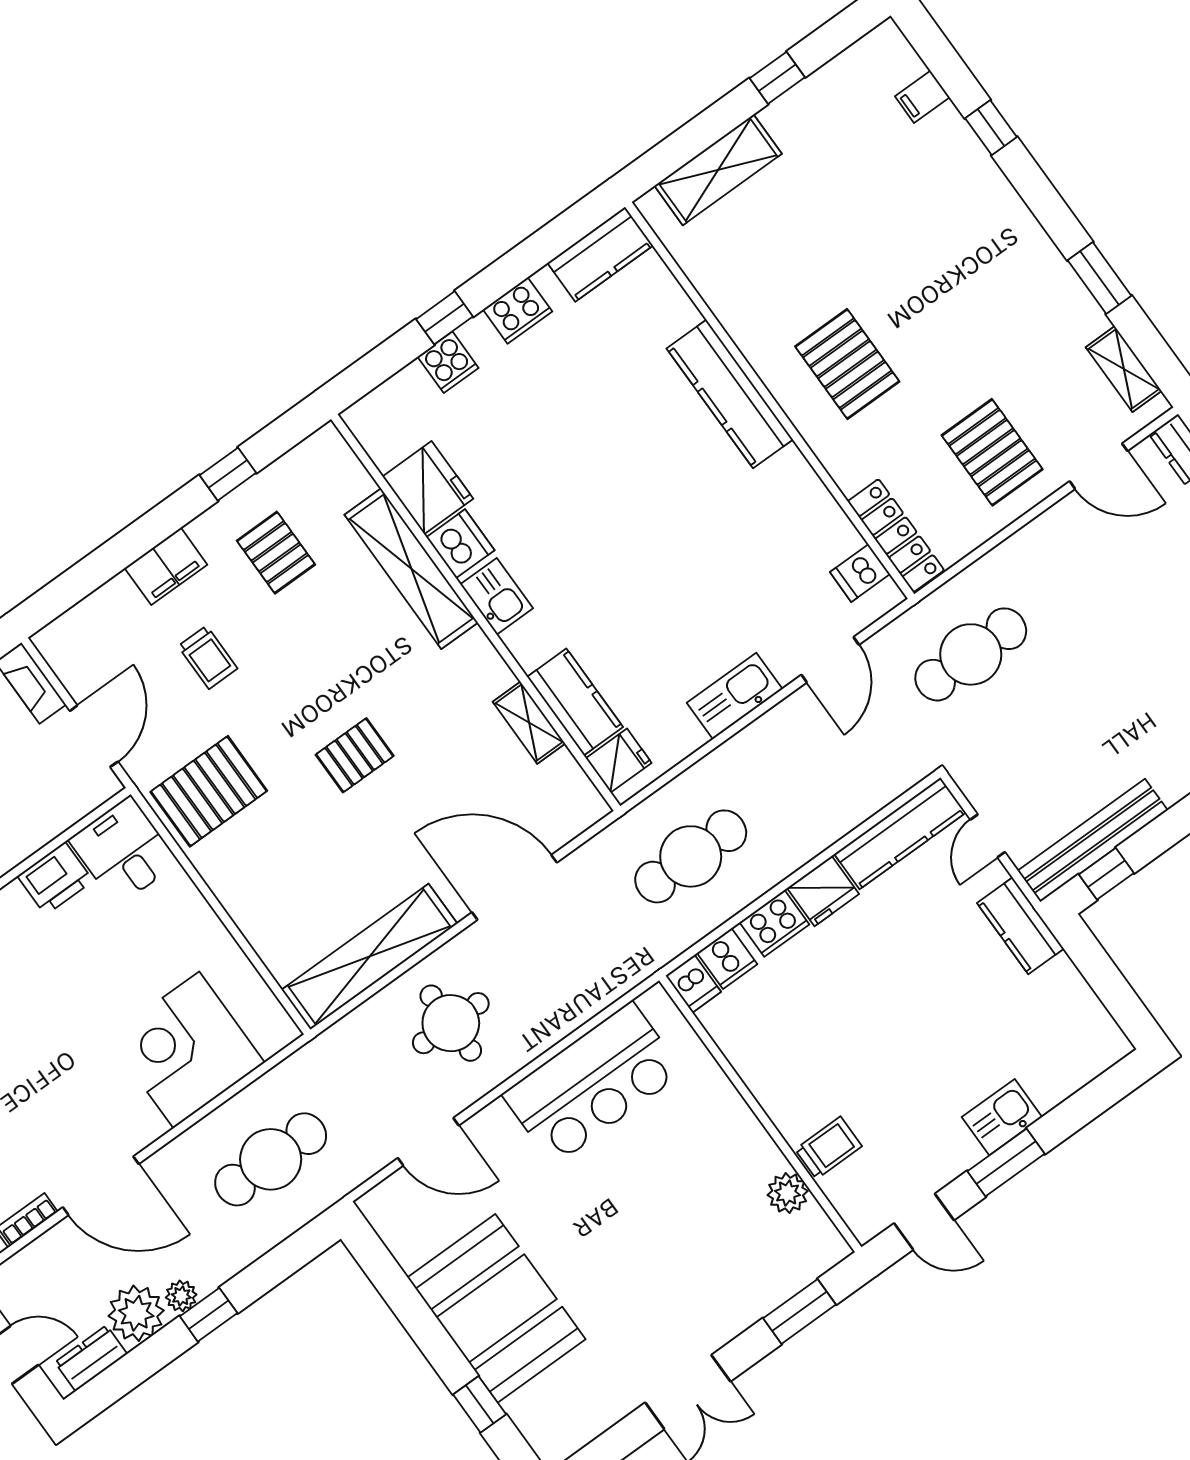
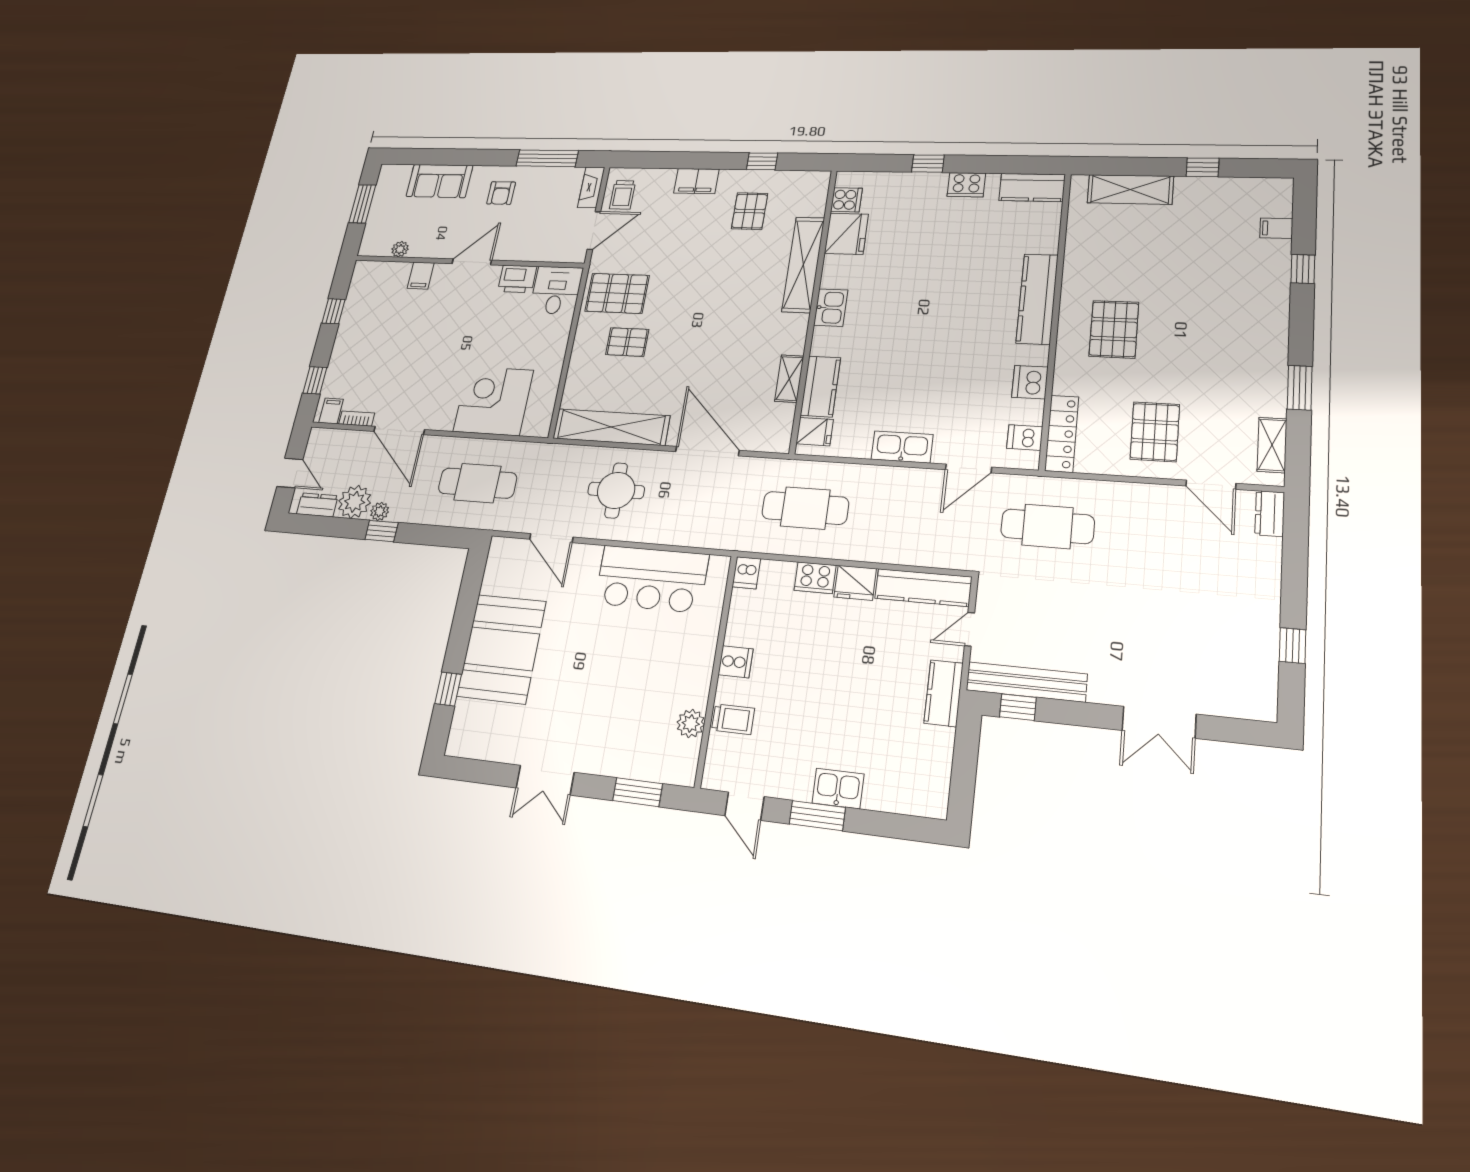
cooker: (448, 362) -> (846, 200), moved, turned -90
dishwasher: (460, 544) -> (1030, 382), moved, turned 180
trolley: (208, 657) -> (622, 195), moved
pallet: (355, 755) -> (627, 342), moved
cooker: (727, 959) -> (736, 662), moved, turned -90

